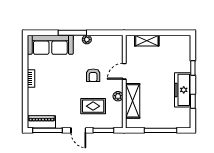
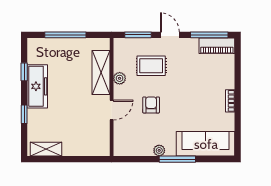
shelving: (147, 41) -> (46, 149), moved

